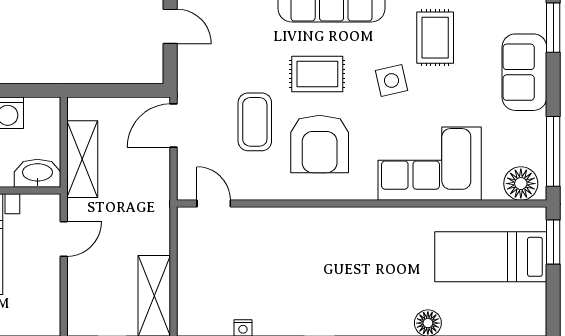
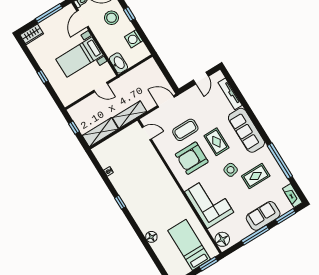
window: (553, 151) -> (255, 235), moved
shelving: (82, 159) -> (130, 115), moved
door: (214, 204) -> (147, 133), hinge flipped

